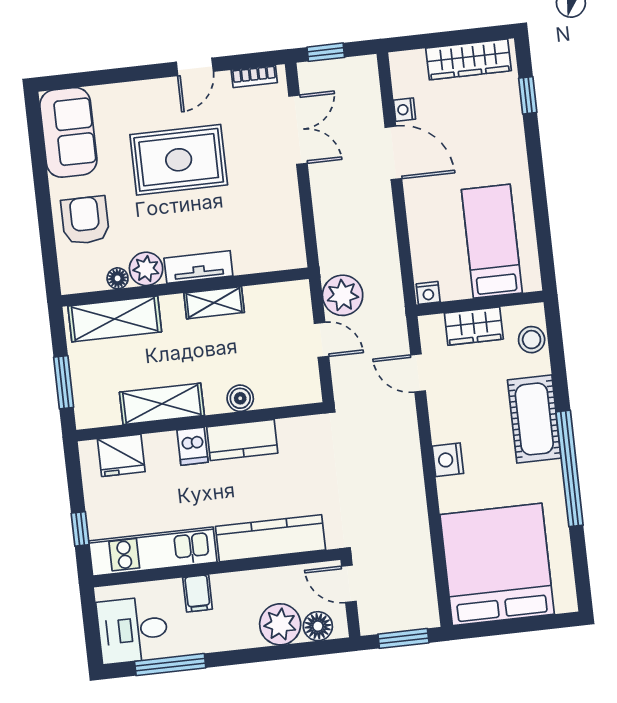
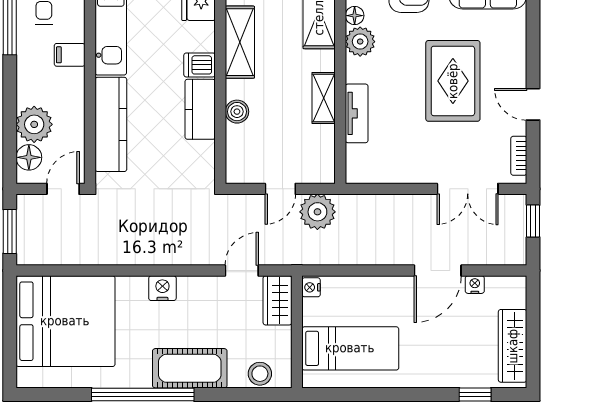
tv unit: (198, 267) -> (357, 113), moved
wardrobe: (474, 326) -> (277, 300), moved

